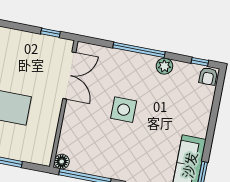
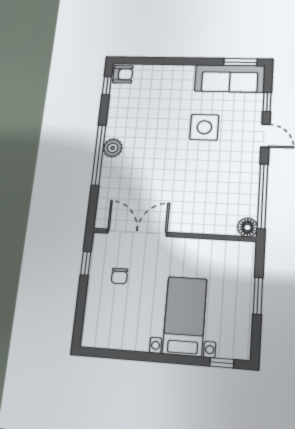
chair: (37, 59) -> (119, 276), added
plant: (164, 66) -> (113, 148), moved
side table: (124, 110) -> (204, 127), moved

